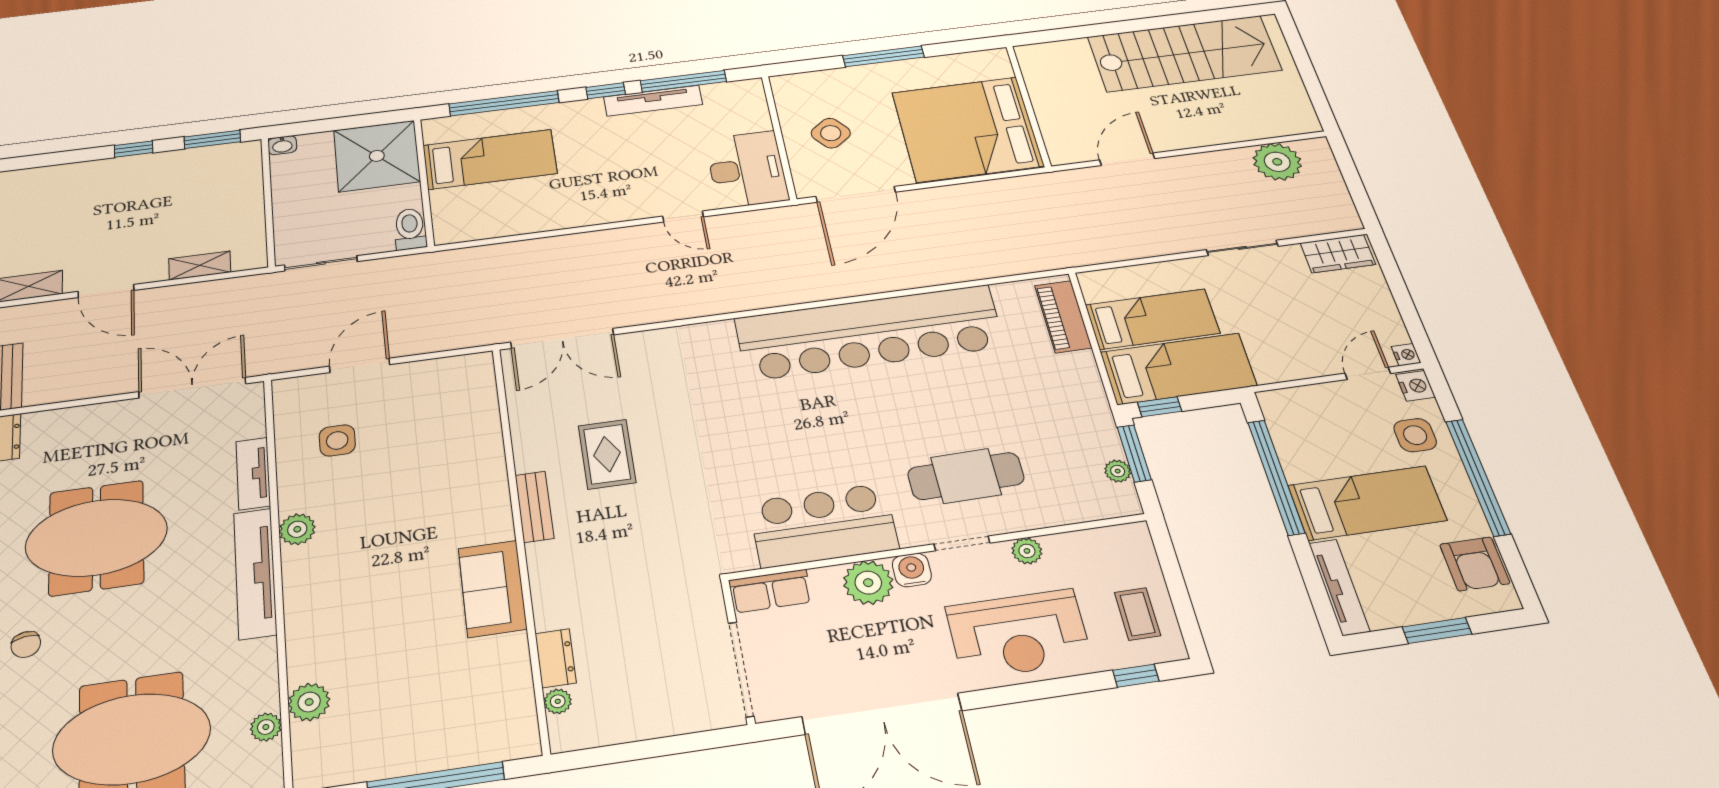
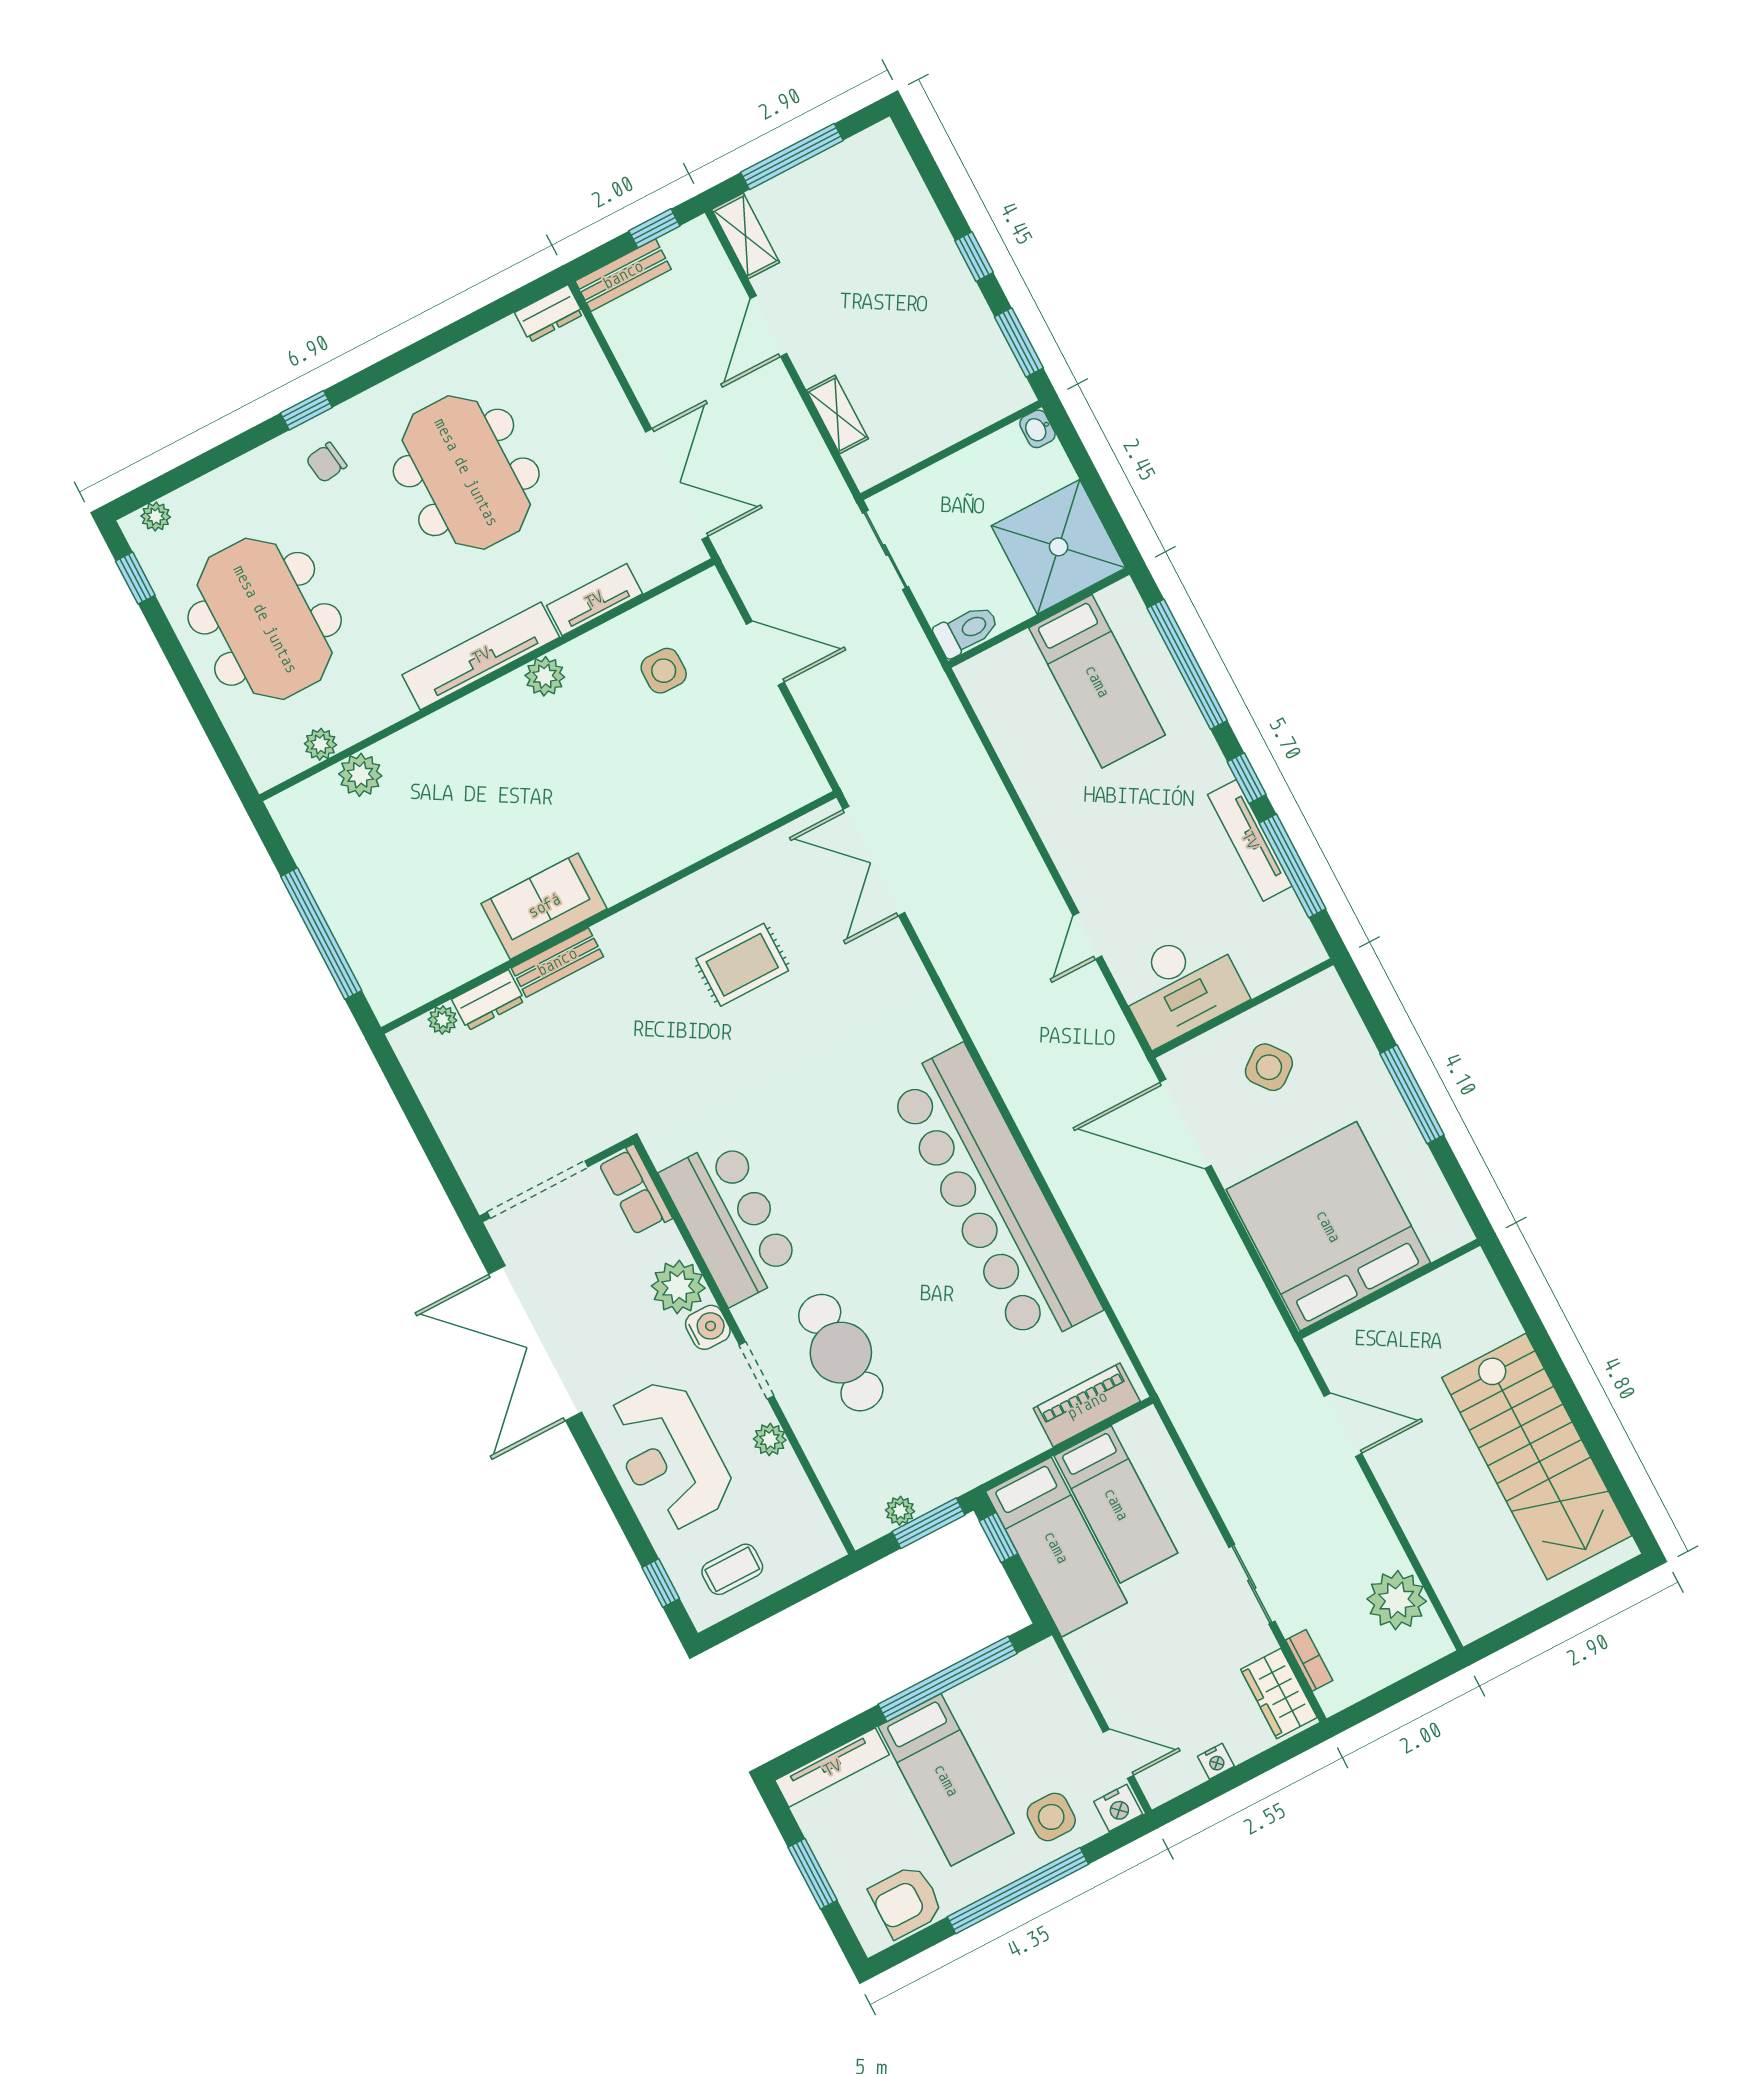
bookcase: (1314, 228) -> (1309, 1660), added
nightstand: (1406, 355) -> (1216, 1761), moved
bench: (534, 507) -> (557, 962), moved

